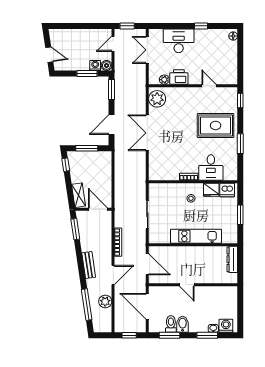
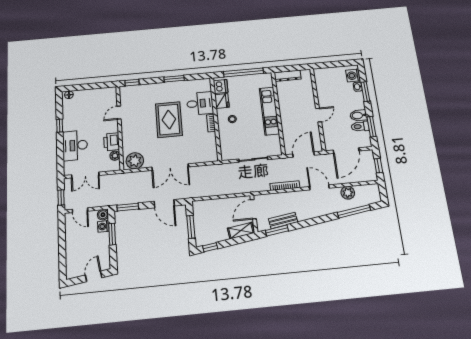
rug: (216, 125) -> (169, 120), moved
window: (240, 215) -> (243, 72), width x2.11
bench: (89, 265) -> (283, 220), moved

